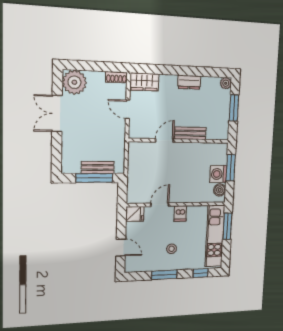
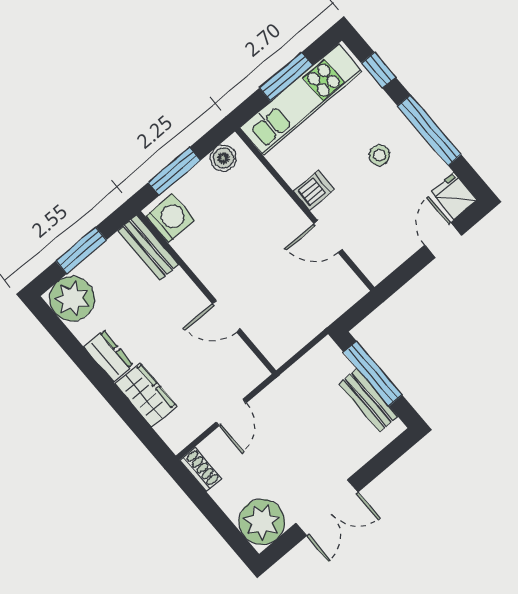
wardrobe: (144, 82) -> (146, 395), moved
plant: (226, 83) -> (72, 299), width x1.87, depth x1.87
bench: (190, 133) -> (148, 248), moved
bench: (98, 167) -> (368, 400), moved
washing machine: (218, 174) -> (170, 218), moved, turned -90
fridge: (135, 214) -> (454, 196), moved
window: (227, 226) -> (286, 77), moved
window: (164, 275) -> (429, 130), width x1.44

